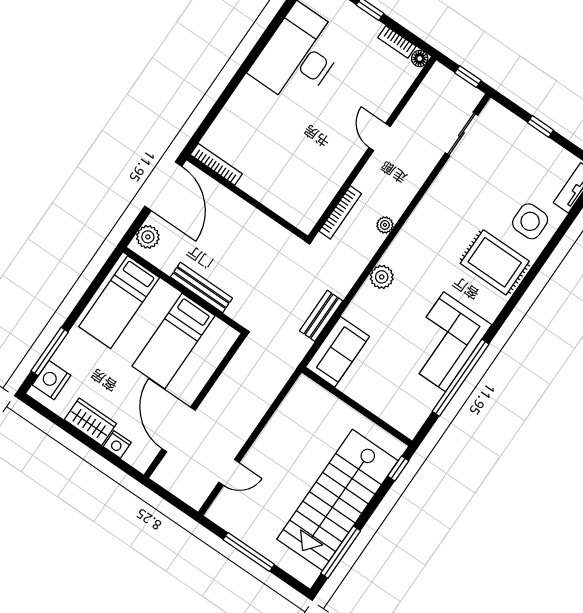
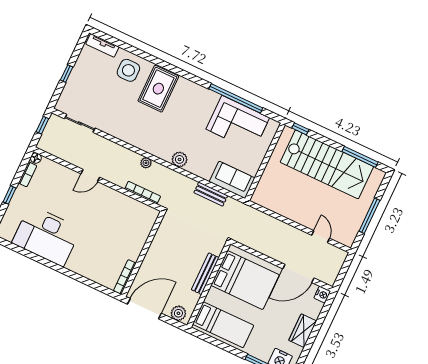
bed: (174, 341) -> (245, 280), width x1.50
corner sofa: (445, 342) -> (238, 123), moved
nightstand: (117, 444) -> (322, 295), moved

